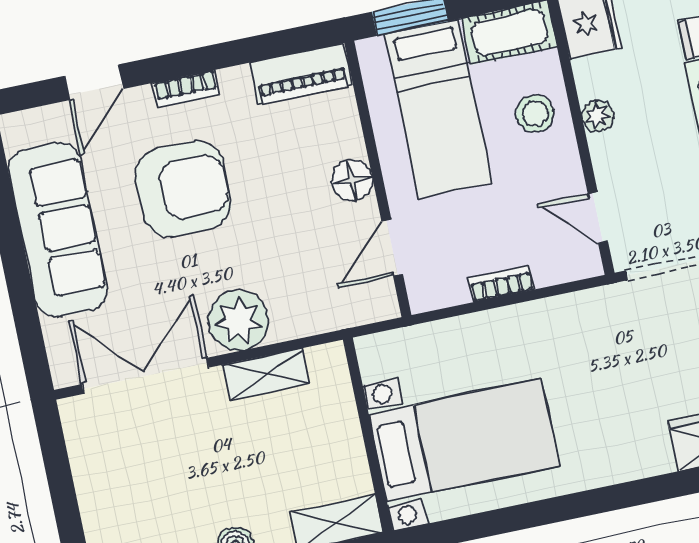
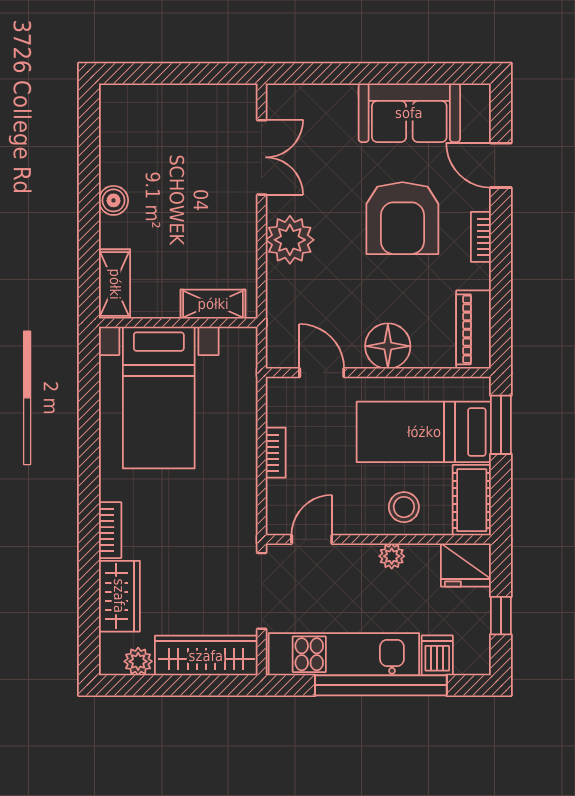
floor lamp: (352, 180) -> (388, 346), width x1.38, depth x1.38
sofa: (58, 230) -> (409, 113), width x0.73
shelving: (266, 374) -> (213, 304), moved, turned 90
double door: (145, 376) -> (262, 157), width x0.73
bookcase: (638, 466) -> (110, 530), added

